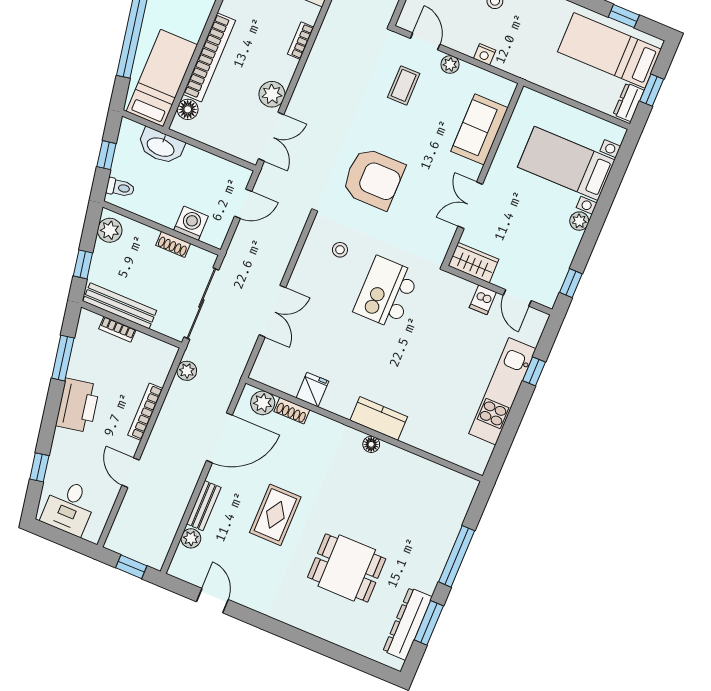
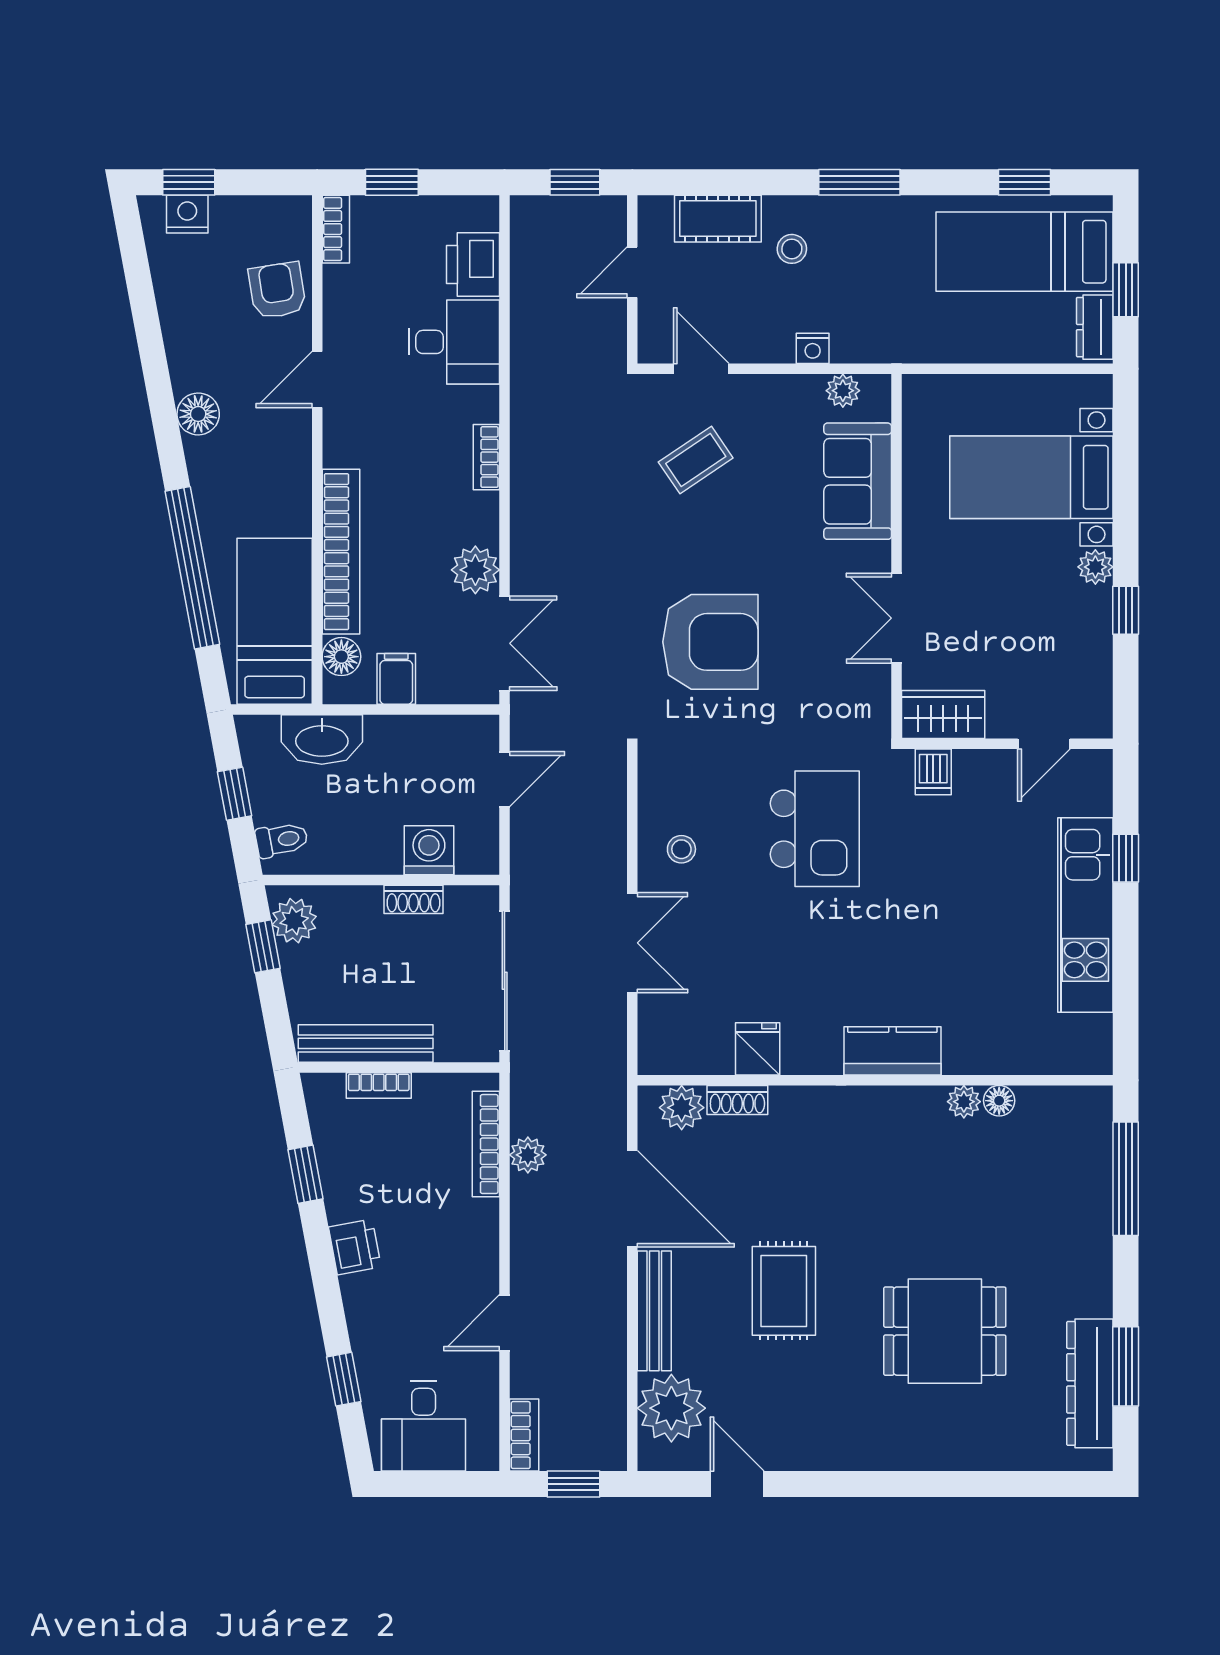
plant: (450, 64) -> (843, 391), moved
coffee table: (404, 85) -> (696, 460), turned 56
filing cabinet: (210, 132) -> (396, 679), added
stool: (340, 250) -> (681, 849), moved
window: (83, 264) -> (263, 946), moved
window: (571, 283) -> (1126, 610), moved
kitchen island: (386, 293) -> (815, 829), turned 180
door: (517, 298) -> (1044, 744), hinge flipped
dishwasher: (483, 300) -> (933, 772), moved
window: (63, 358) -> (306, 1174), width x0.67
plant: (187, 371) -> (528, 1155), moved
printer: (78, 405) -> (355, 1247), width x0.53, depth x0.68
bookcase: (145, 412) -> (486, 1144), moved
door: (219, 438) -> (632, 1199), hinge flipped
floor lamp: (371, 444) -> (999, 1101), moved
plant: (404, 458) -> (964, 1102), added
door: (131, 473) -> (505, 1323), hinge flipped
bench: (204, 506) -> (654, 1311), width x1.36
bookcase: (117, 532) -> (524, 1435), added
plant: (191, 538) -> (671, 1408), width x1.87, depth x1.87
window: (457, 556) -> (1126, 1179), moved

